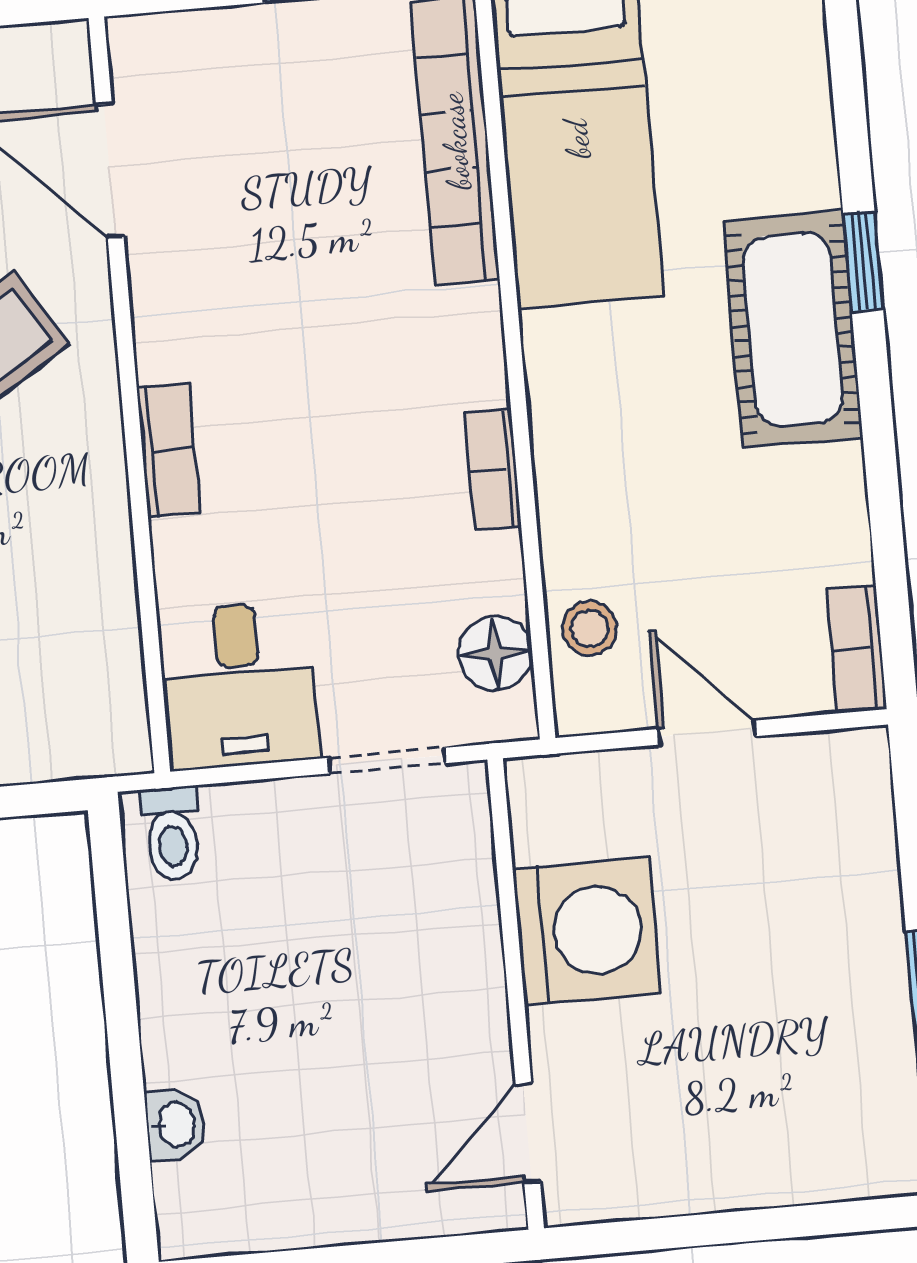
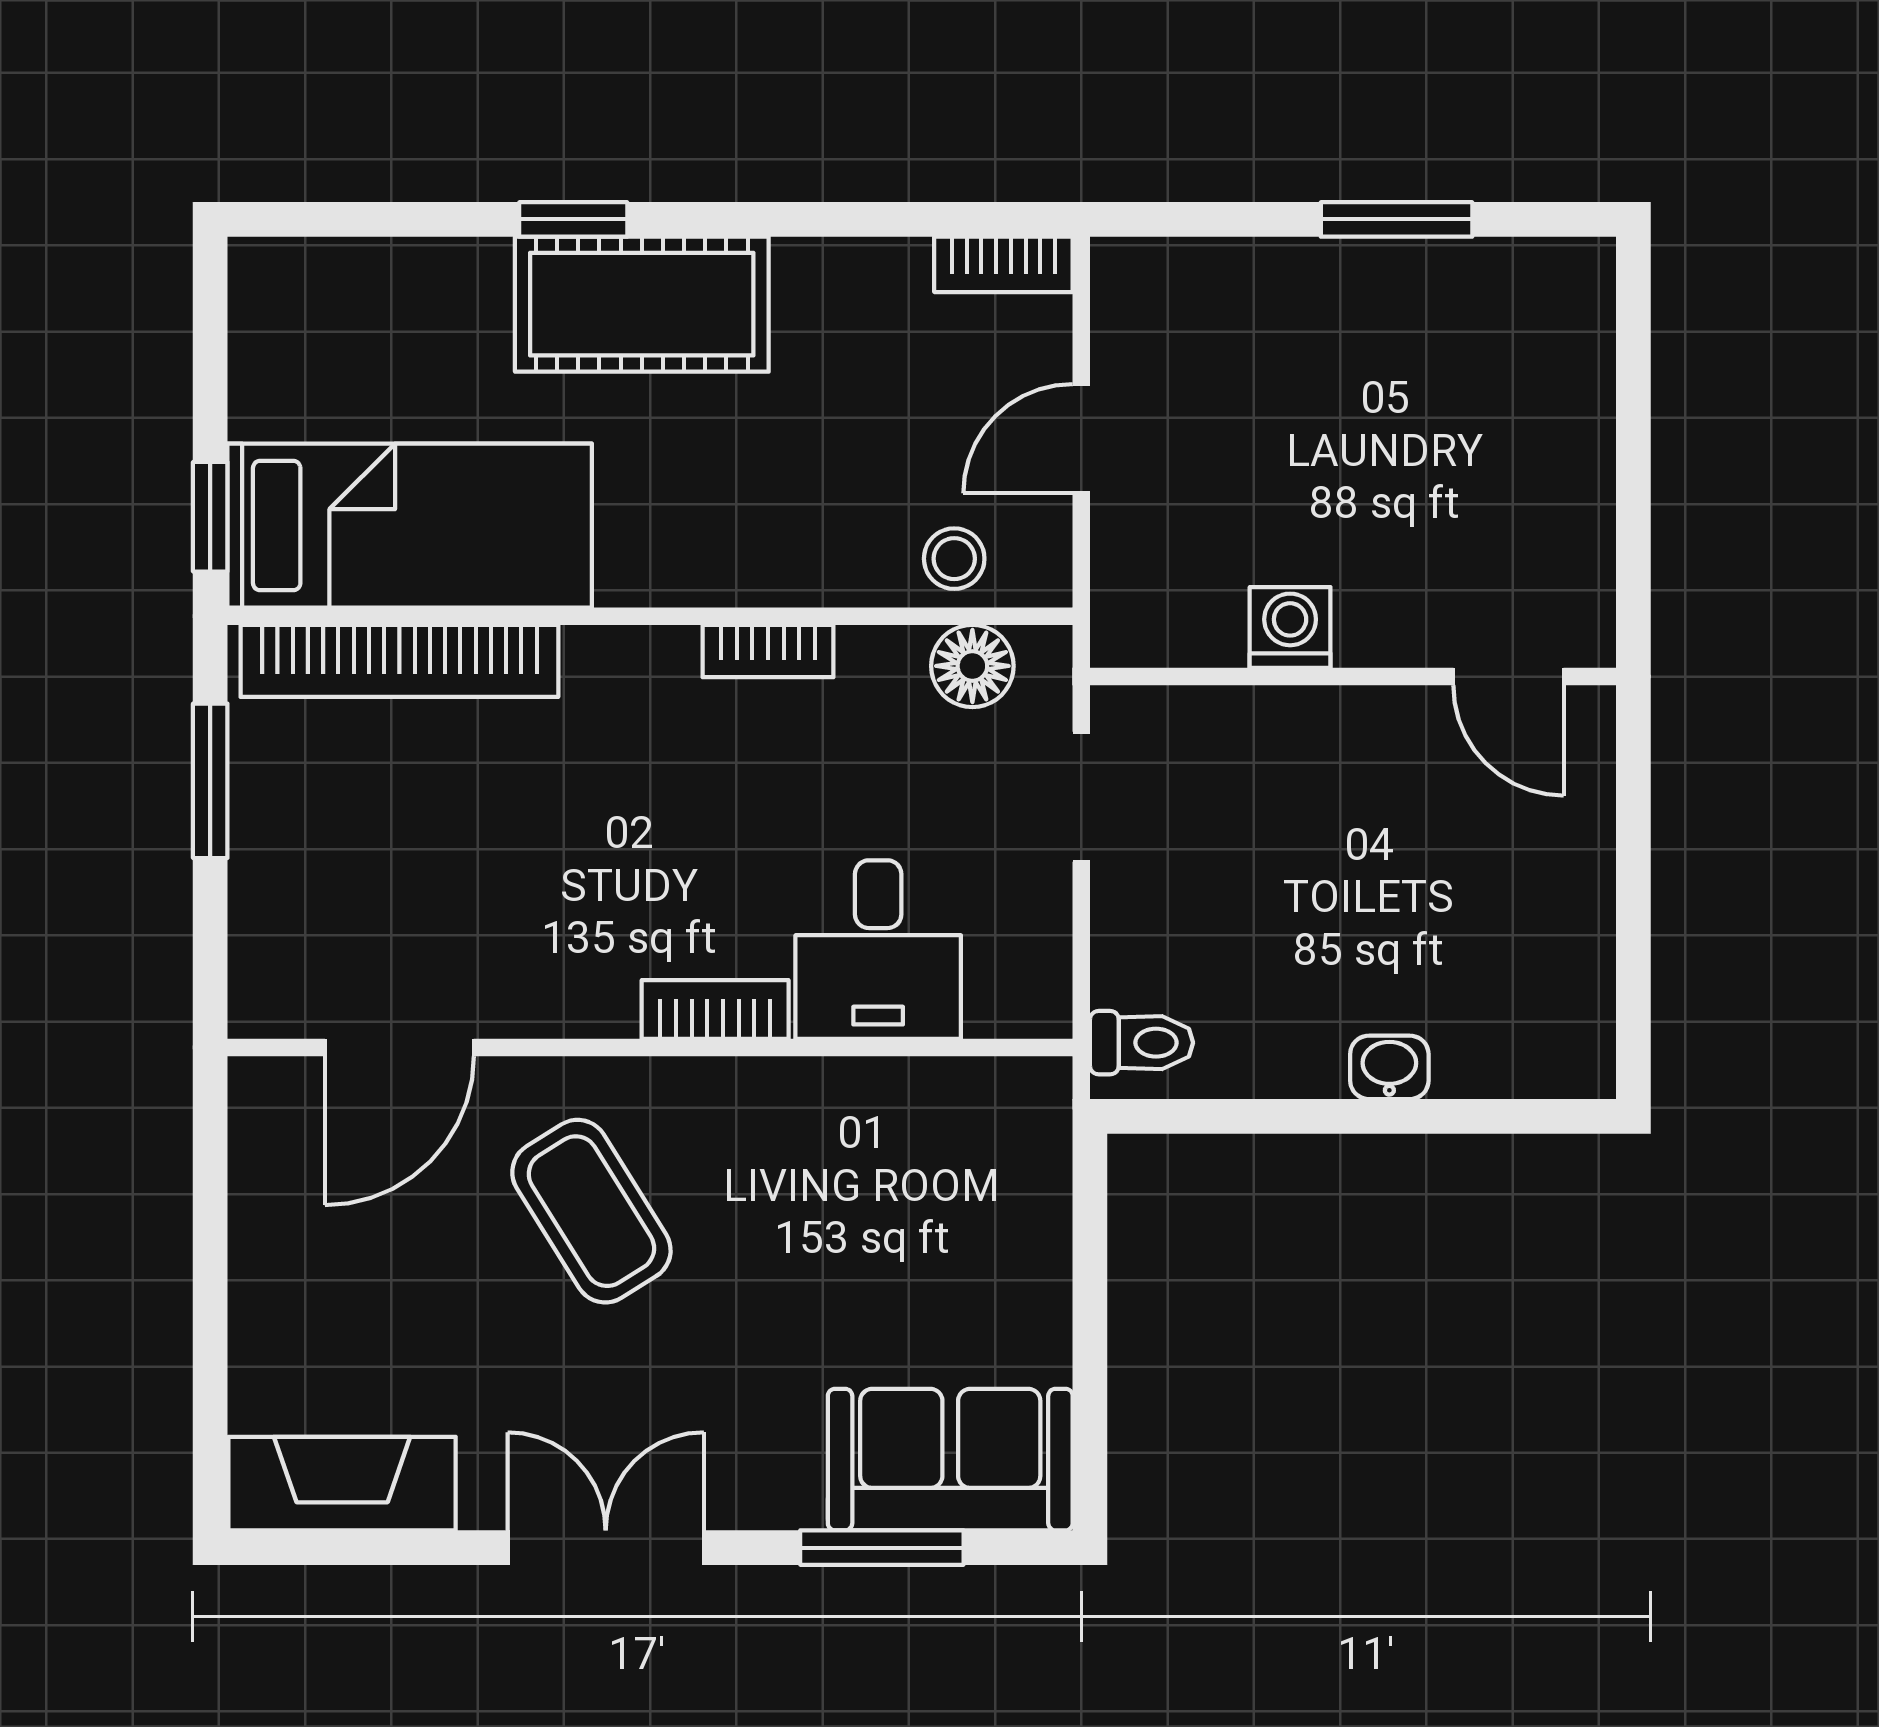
desk: (240, 685) -> (878, 950), moved, turned 90
washing machine: (587, 931) -> (1290, 627), width x0.53, depth x0.53
washbasin: (175, 1124) -> (1389, 1067), moved

